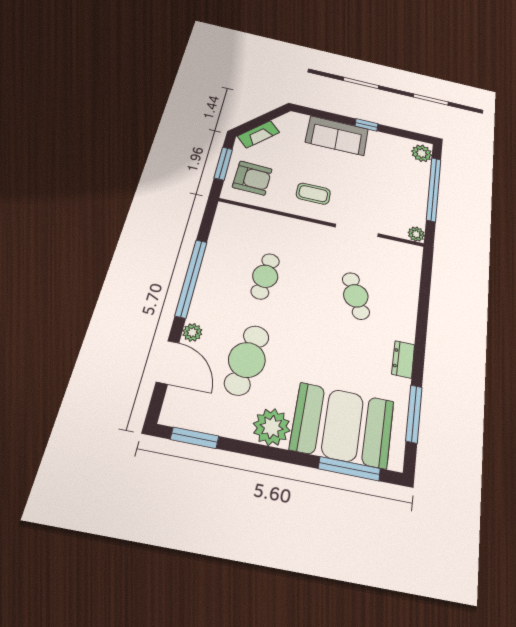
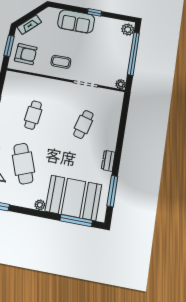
cafe table: (356, 296) -> (83, 124), turned 39
cafe table: (247, 360) -> (23, 164), turned -30
plant: (272, 427) -> (40, 205), width x0.53, depth x0.53

